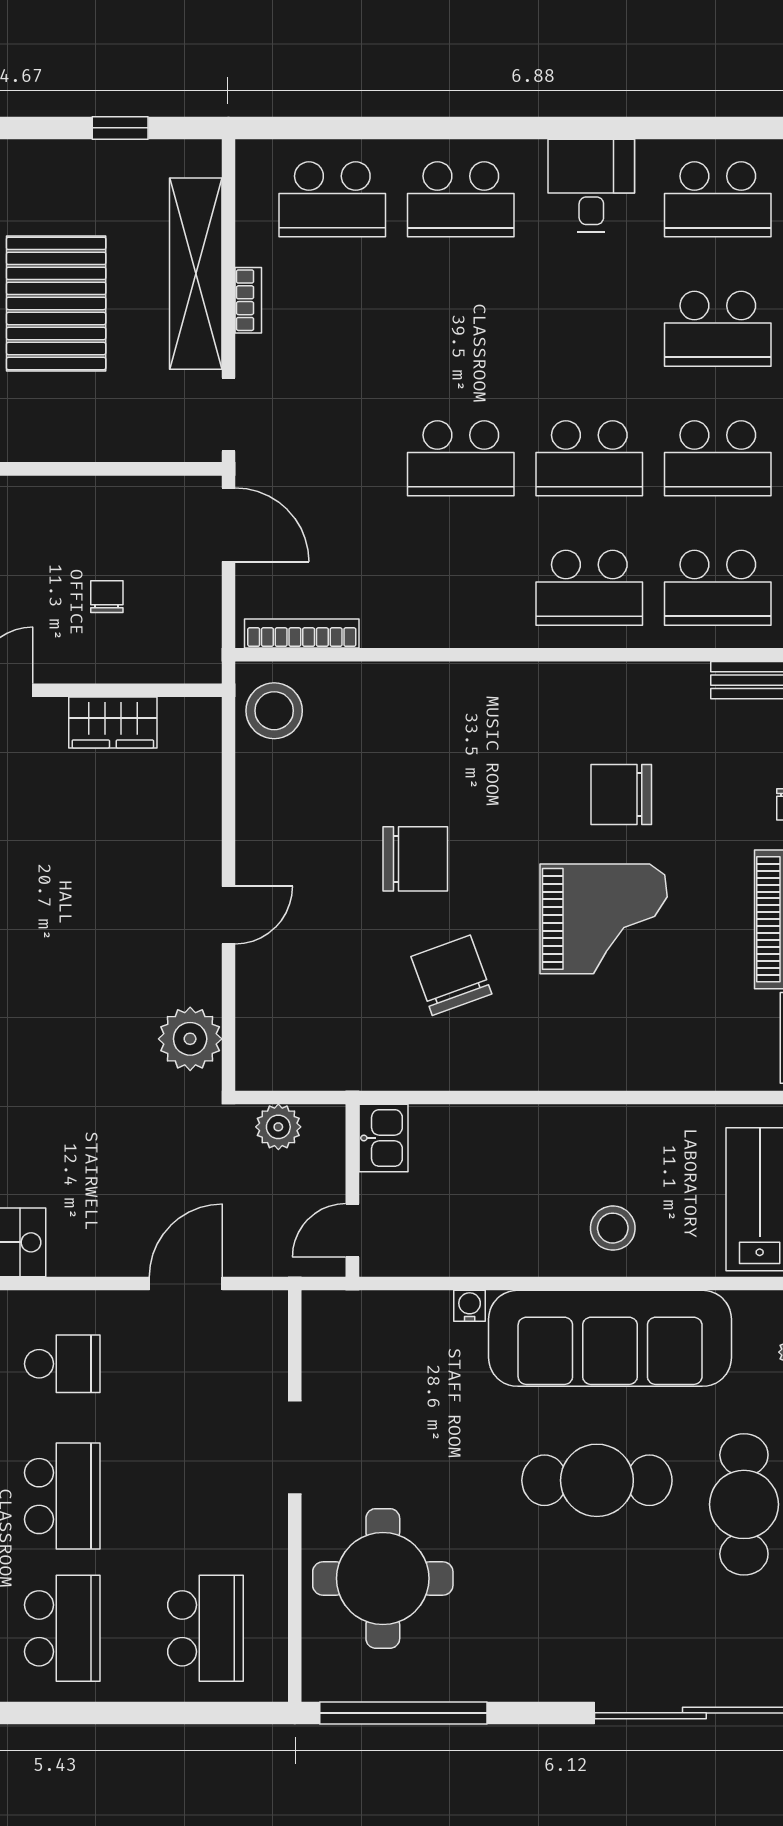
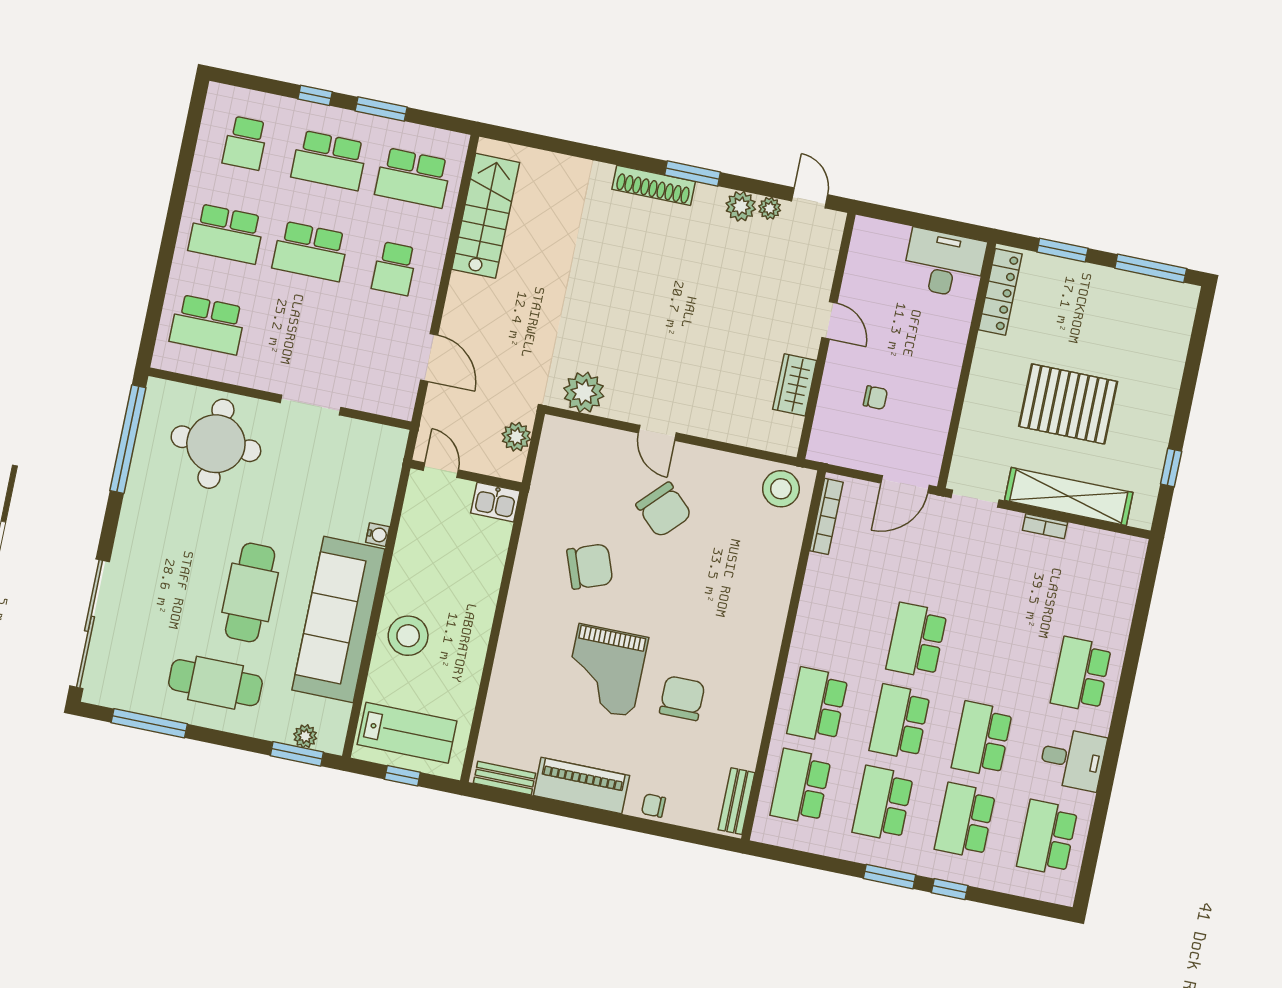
school desk: (332, 199) -> (982, 739), moved
chair: (415, 859) -> (664, 510), moved, turned -46
stool: (613, 1228) -> (408, 636), width x1.38, depth x1.38

